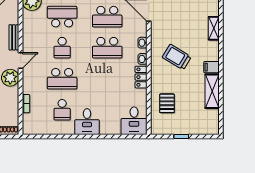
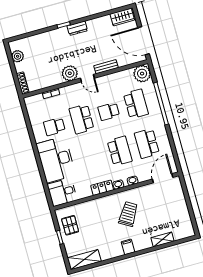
school desk: (107, 48) -> (120, 151), turned 180
shelving: (212, 91) -> (84, 260), moved
pallet: (167, 103) -> (70, 225), moved, turned 90
desk: (87, 122) -> (56, 159), width x1.87, depth x1.30

